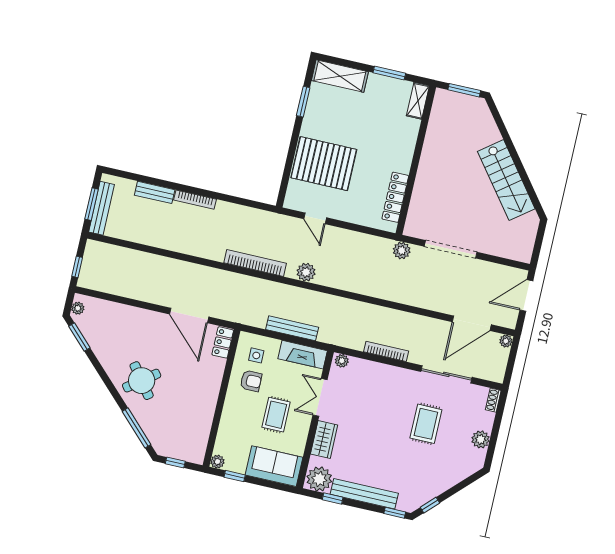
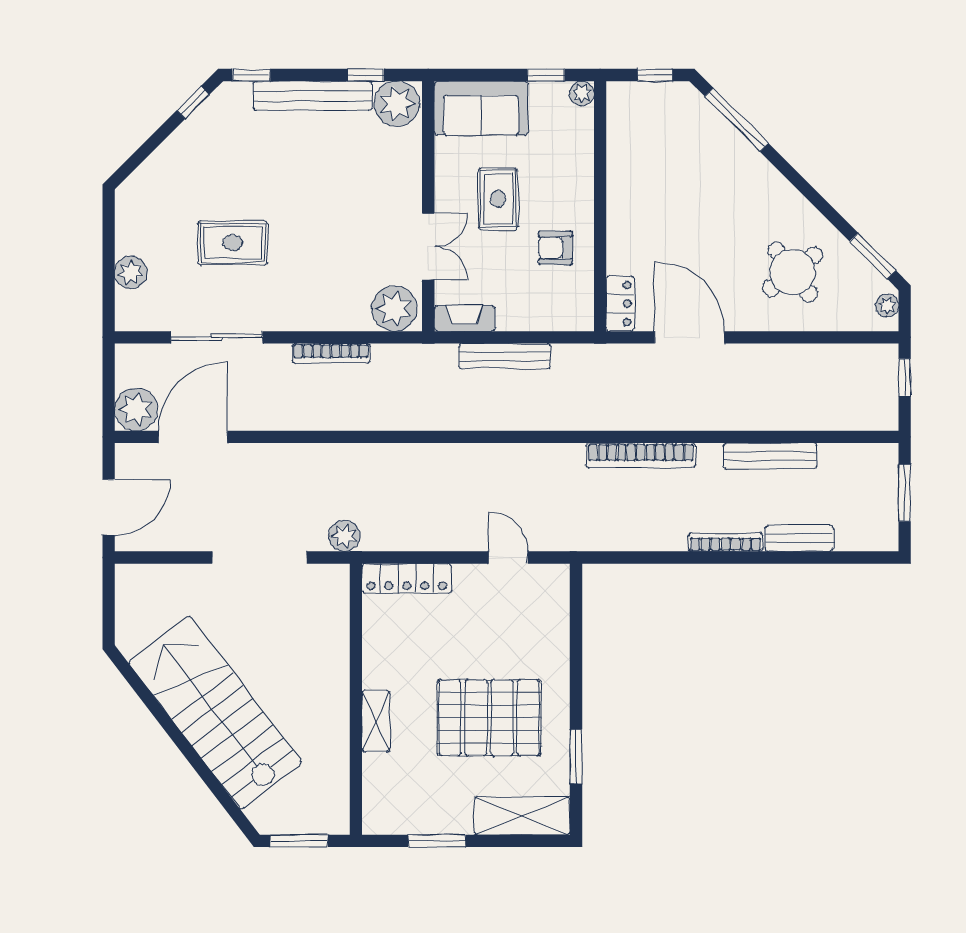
shelving: (418, 101) -> (376, 721), moved
pallet: (324, 164) -> (489, 718), moved
stairs: (506, 180) -> (215, 713), width x1.36, depth x1.51
locker: (395, 197) -> (407, 578), moved, turned 90
bench: (102, 208) -> (770, 456), moved, turned 90
bookcase: (255, 263) -> (641, 455), moved
plant: (306, 272) -> (503, 460), removed
plant: (506, 341) -> (136, 409), width x1.87, depth x1.87
side table: (256, 355) -> (556, 294), removed
fireplace: (303, 355) -> (465, 318), width x0.73, depth x0.76
plant: (342, 361) -> (394, 309), width x1.88, depth x1.88
round table: (142, 381) -> (793, 272), moved
shoe rack: (493, 400) -> (124, 311), removed
rug: (426, 424) -> (233, 243), turned 90
wardrobe: (324, 439) -> (404, 175), removed
plant: (481, 439) -> (131, 272), moved

